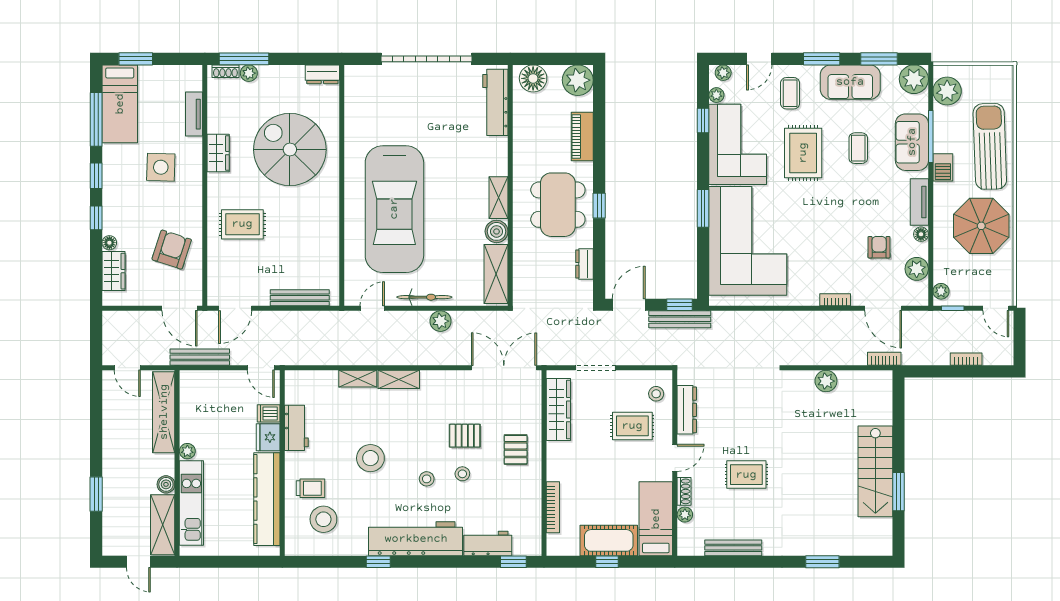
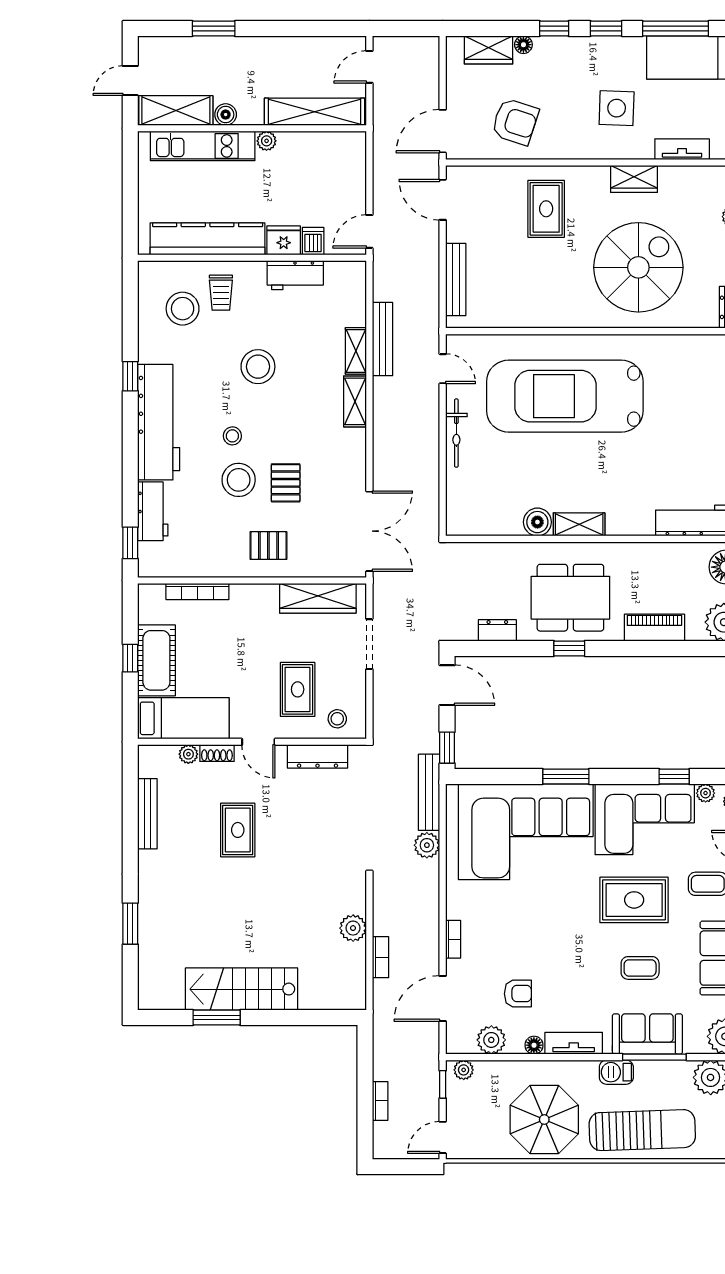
shelving: (496, 274) -> (485, 521), removed
bench: (680, 319) -> (429, 792), moved
plant: (441, 321) -> (427, 845), moved
bench: (200, 357) -> (382, 339), moved
bookcase: (884, 359) -> (380, 957), moved
stool: (462, 474) -> (239, 480), width x1.89, depth x1.89

